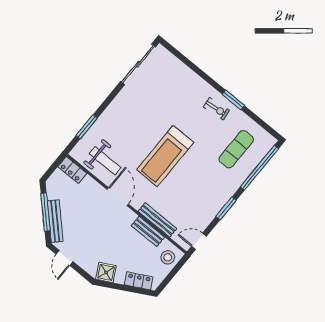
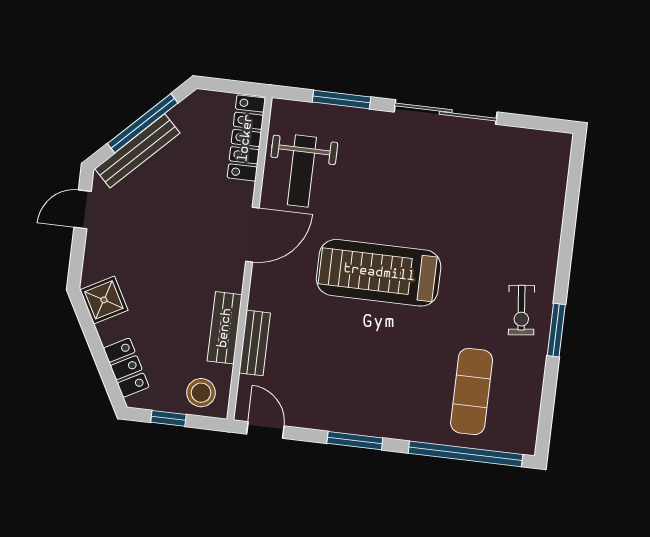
sliding door: (138, 64) -> (446, 112), moved
exercise mat: (236, 149) -> (472, 391), turned 90
locker: (72, 170) -> (246, 138), width x1.53
bench: (157, 220) -> (255, 343), width x0.73
window: (170, 277) -> (168, 418), added

